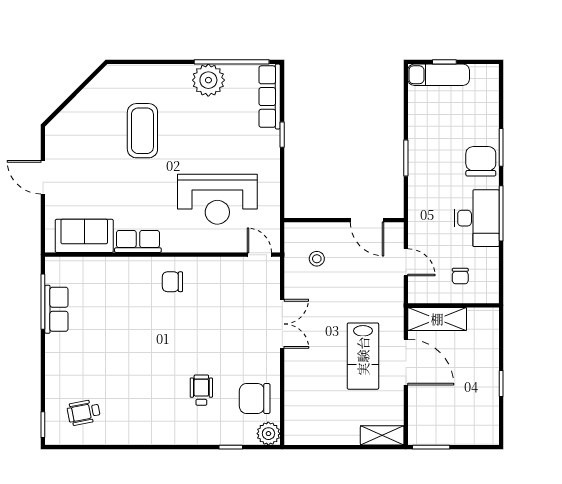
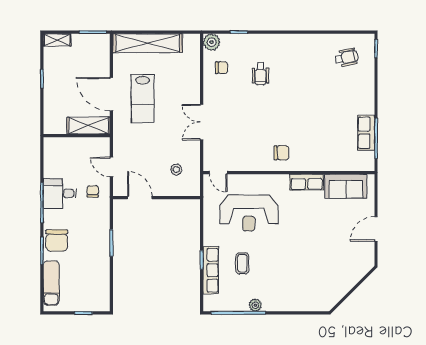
exam couch: (439, 75) -> (51, 283), moved, turned 90
plant: (208, 80) -> (255, 305), width x0.53, depth x0.53
row of seats: (270, 97) -> (211, 270), moved
coffee table: (142, 131) -> (242, 263), moved, width x0.54, depth x0.58
door: (43, 177) -> (376, 229), swing flipped
reception desk: (217, 199) -> (249, 213), turned 180
desk: (477, 218) -> (60, 193), width x0.73
chair: (460, 276) -> (93, 191), moved
lab bench: (363, 356) -> (143, 99), turned 180
chair: (255, 399) -> (222, 68), width x0.54, depth x0.54
shelving: (382, 435) -> (148, 43), width x2.20, depth x1.33
shelving: (480, 437) -> (57, 40), added

